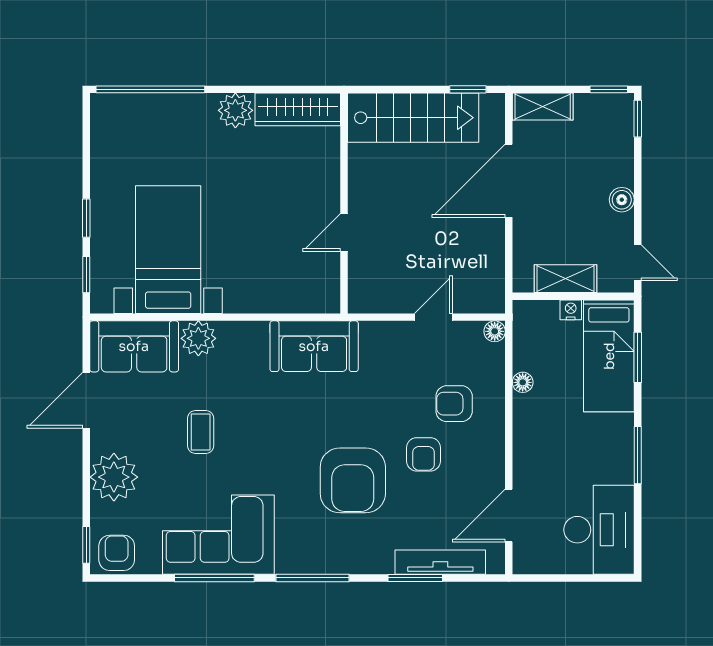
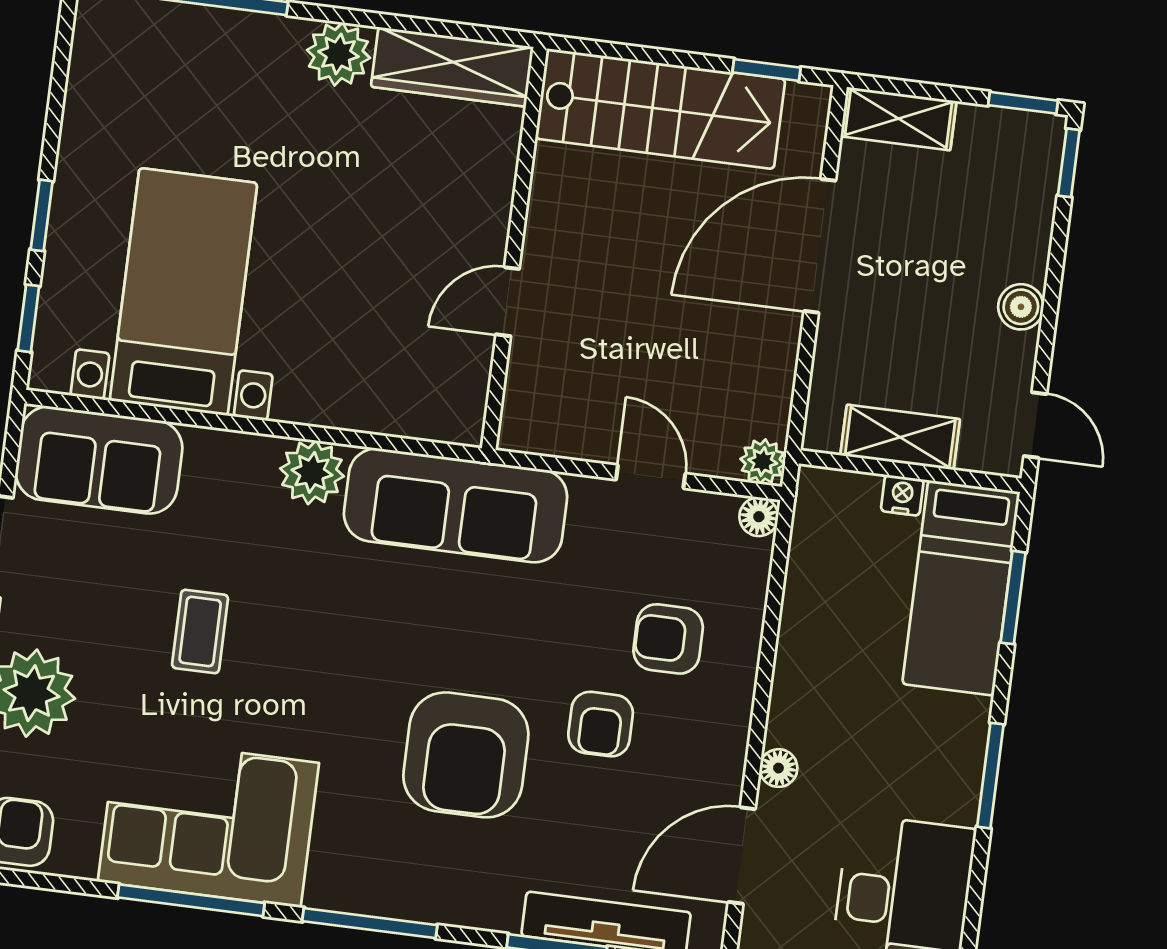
plant: (493, 301) -> (763, 462), added
door: (433, 317) -> (651, 477), hinge flipped
plant: (198, 338) -> (312, 472), moved
sofa: (314, 346) -> (456, 505), width x1.36
floor lamp: (523, 382) -> (778, 768), moved

